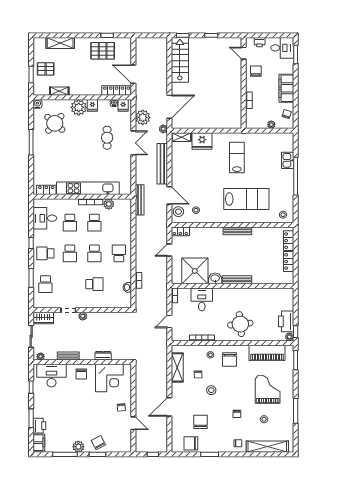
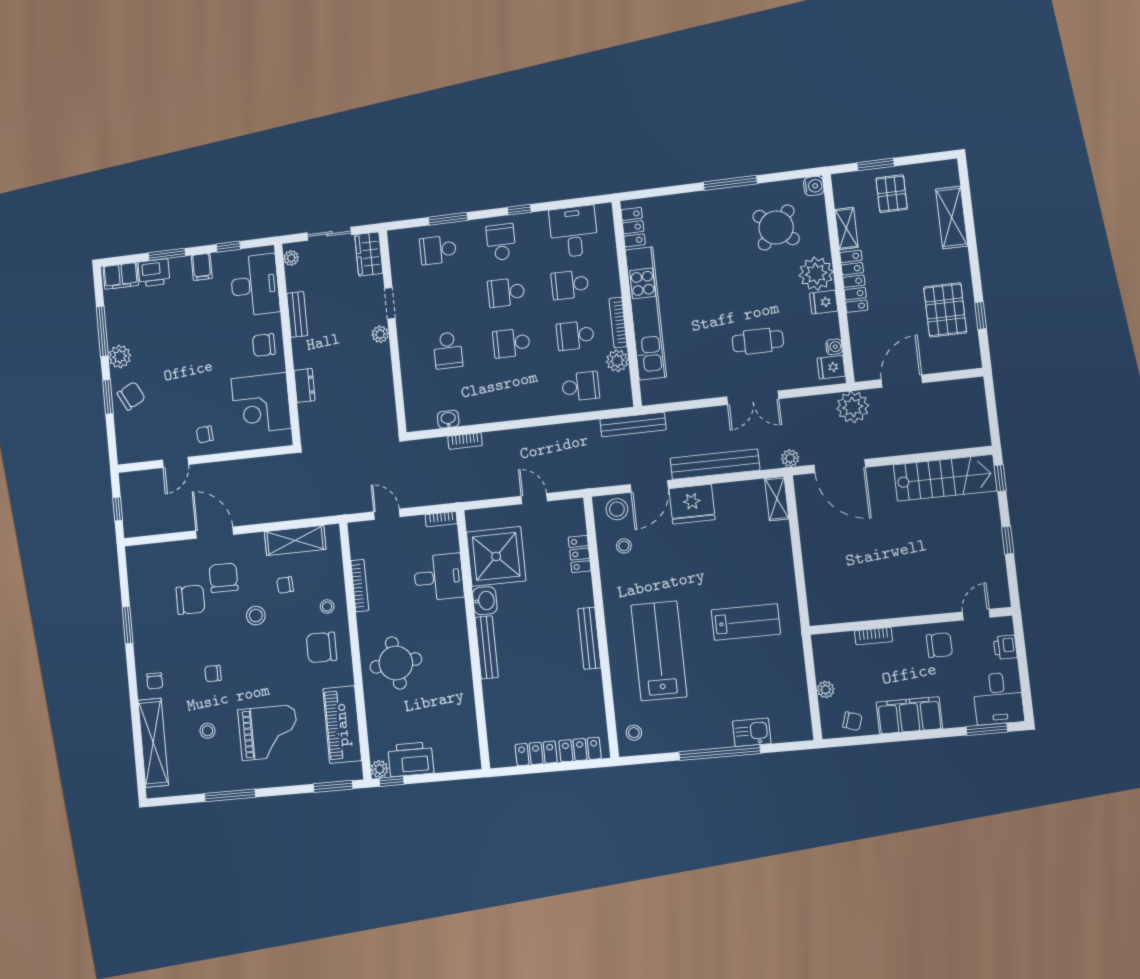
locker: (117, 91) -> (854, 281), moved
plant: (143, 117) -> (853, 407), moved
fridge: (202, 141) -> (692, 504), moved, turned -90
lab bench: (246, 199) -> (659, 651), turned 180
locker: (180, 231) -> (580, 554), moved
school desk: (119, 253) -> (581, 386), moved
filing cabinet: (39, 401) -> (202, 267), added
chair: (191, 443) -> (224, 578), moved

